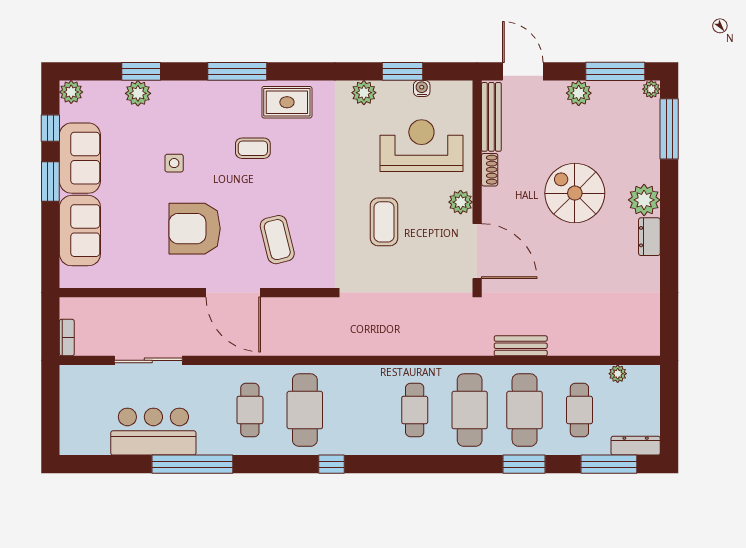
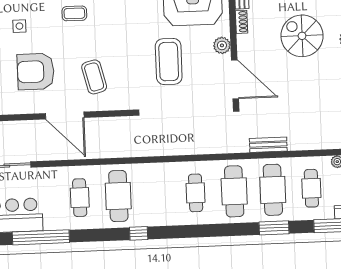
coffee table: (384, 222) -> (169, 61), width x1.36, depth x1.32

